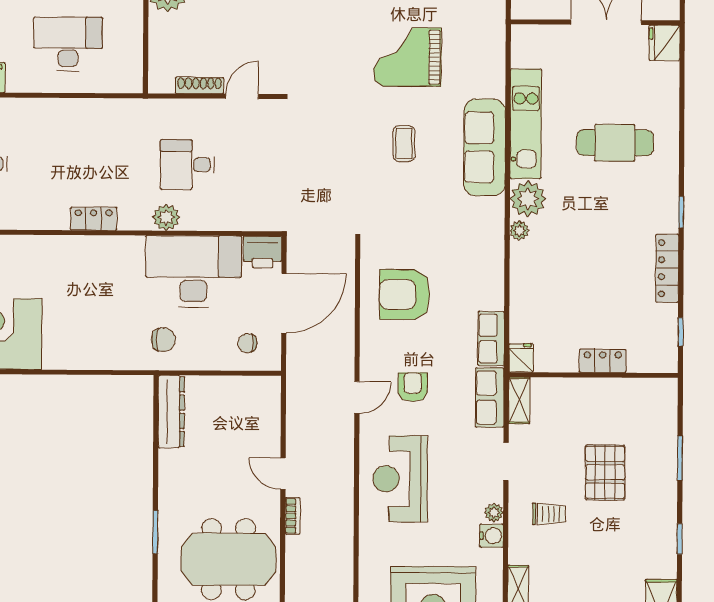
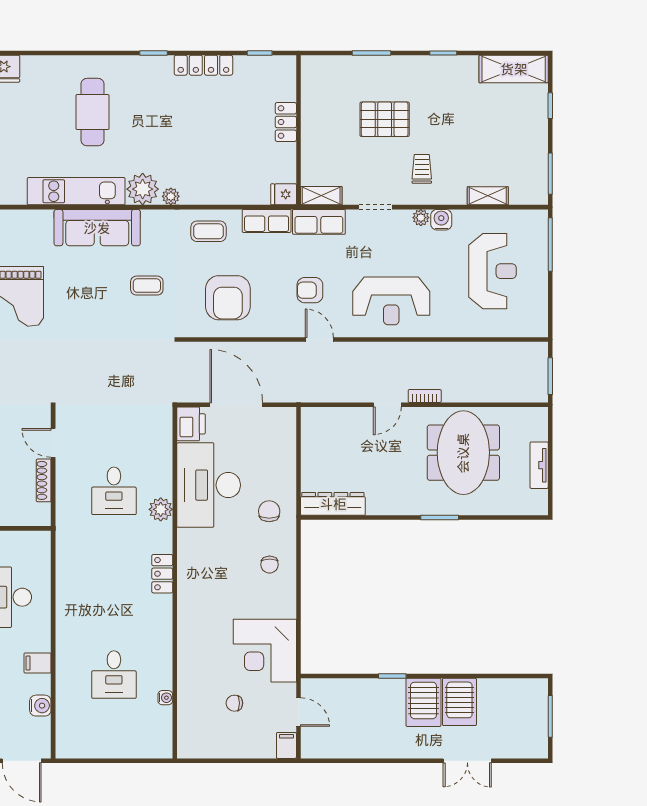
coffee table: (404, 144) -> (147, 286), moved
coffee table: (480, 273) -> (209, 231), added
chair: (247, 343) -> (270, 565), moved

